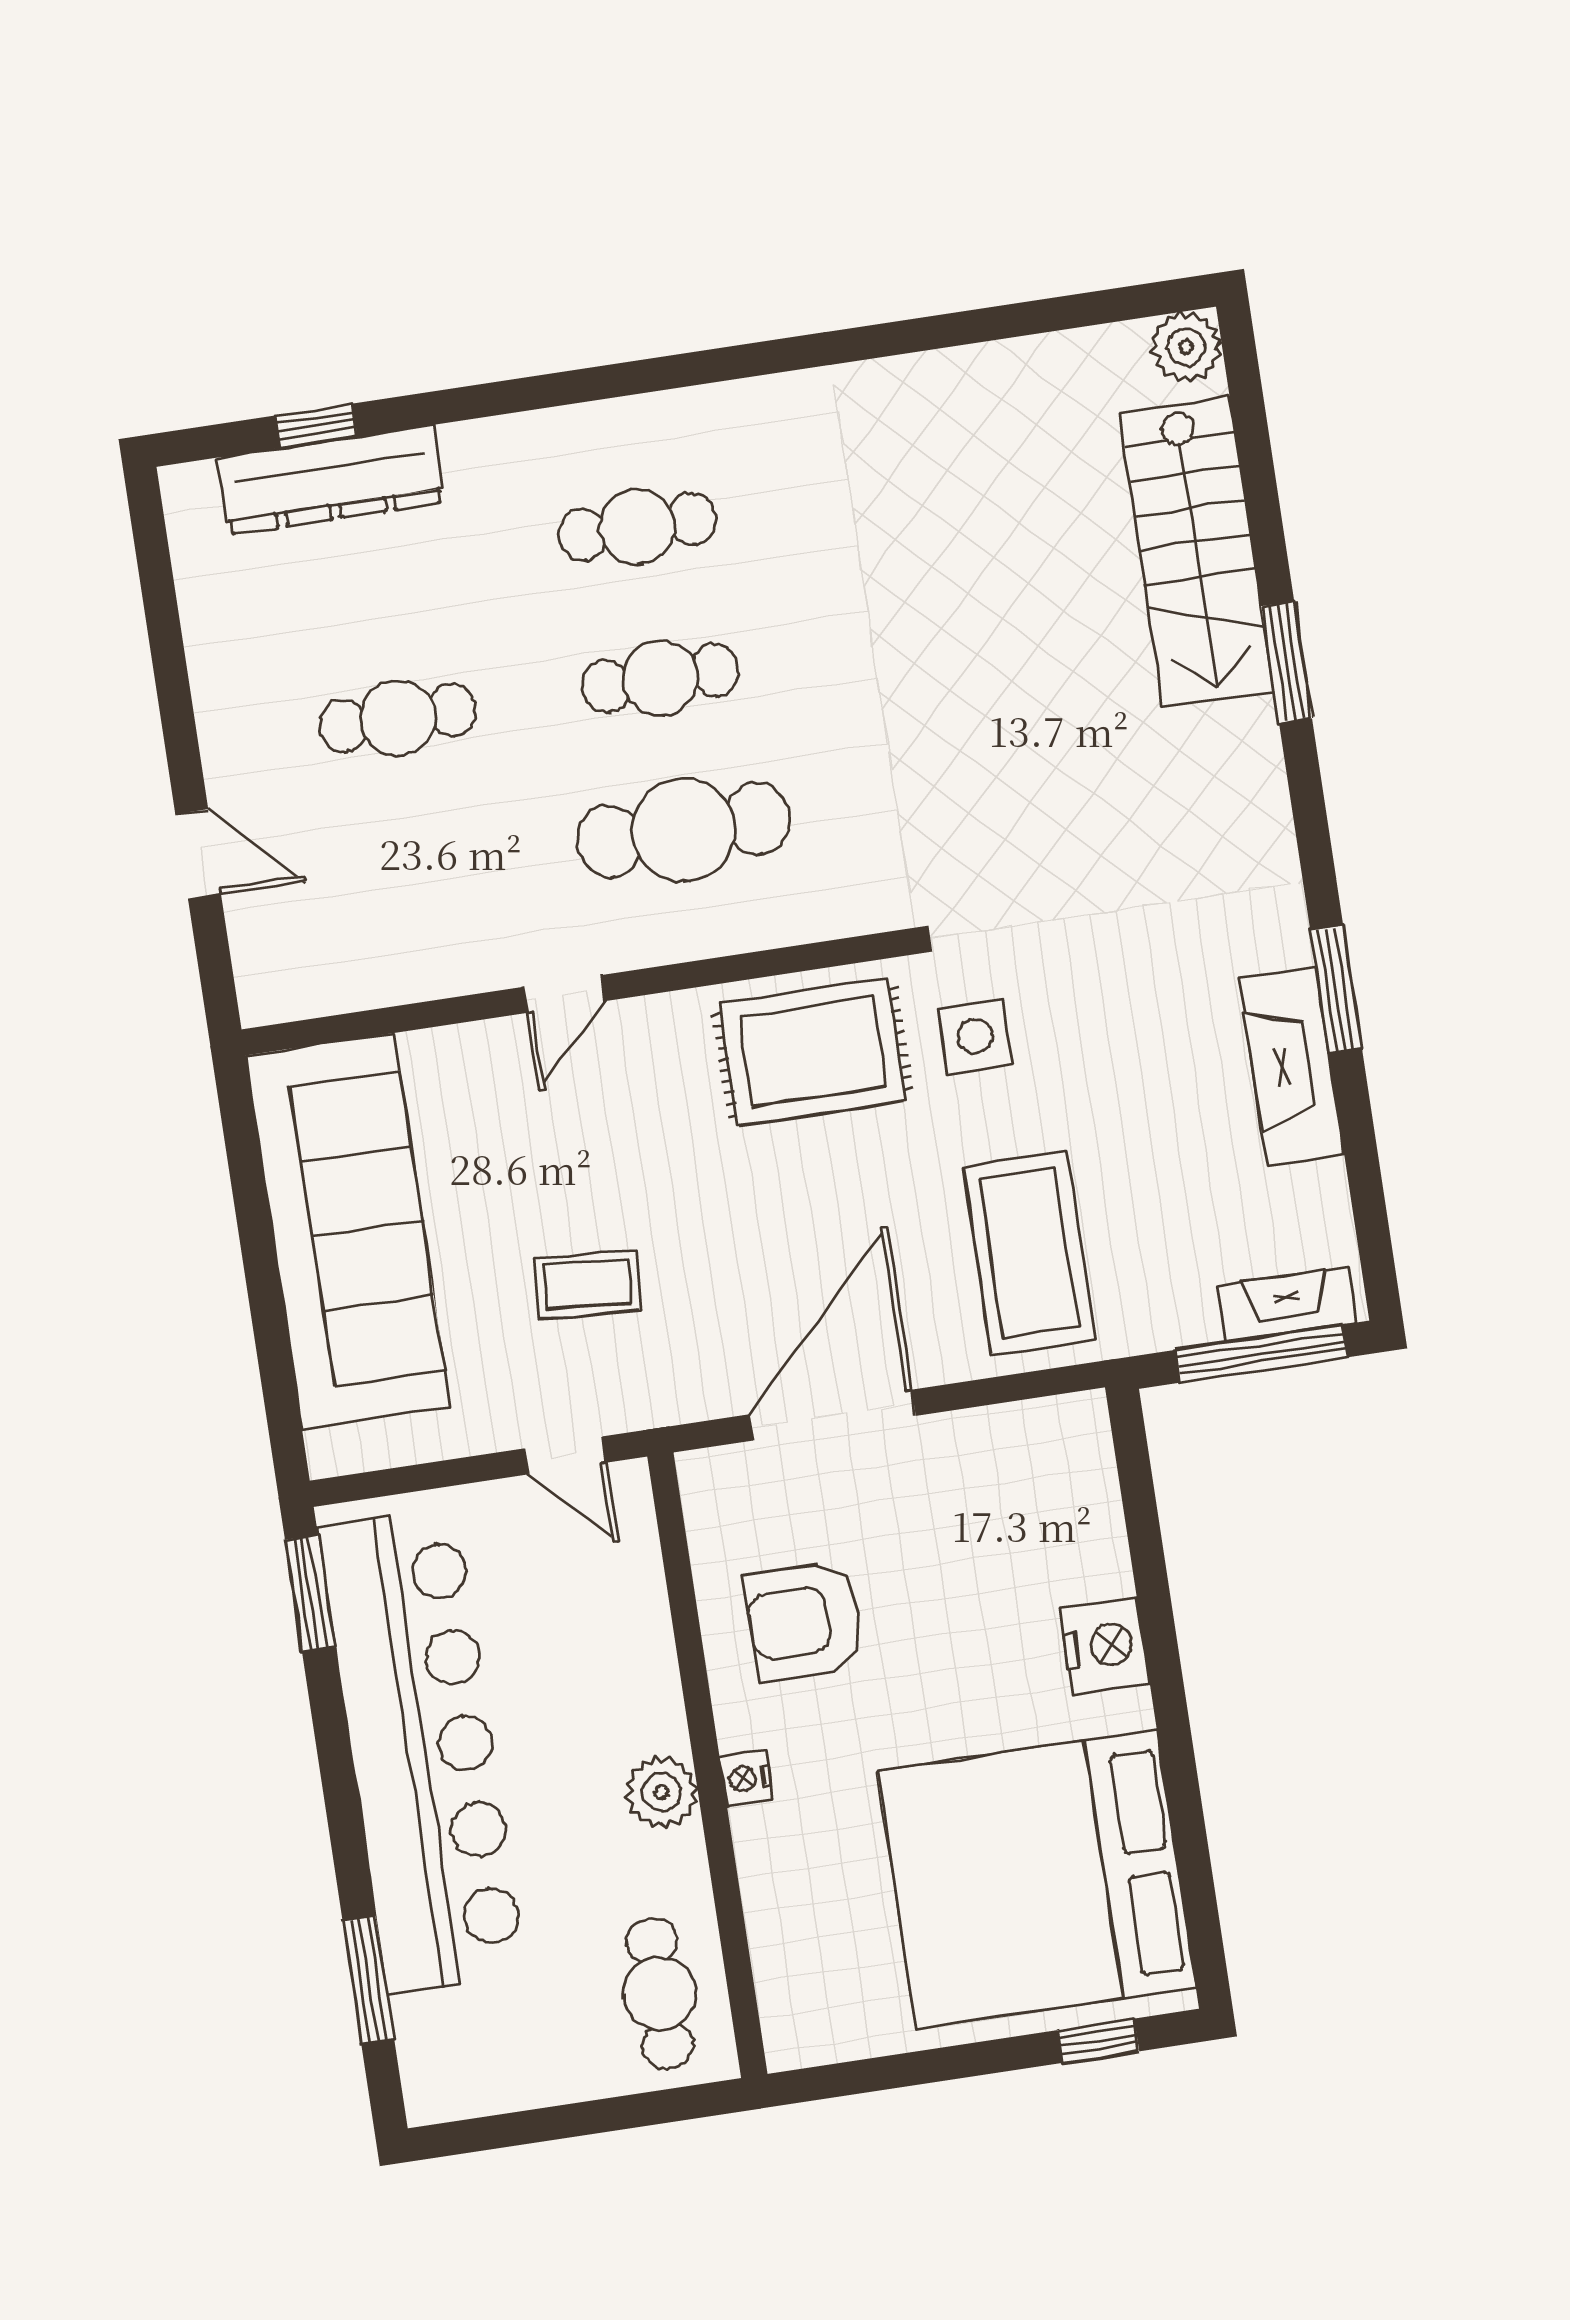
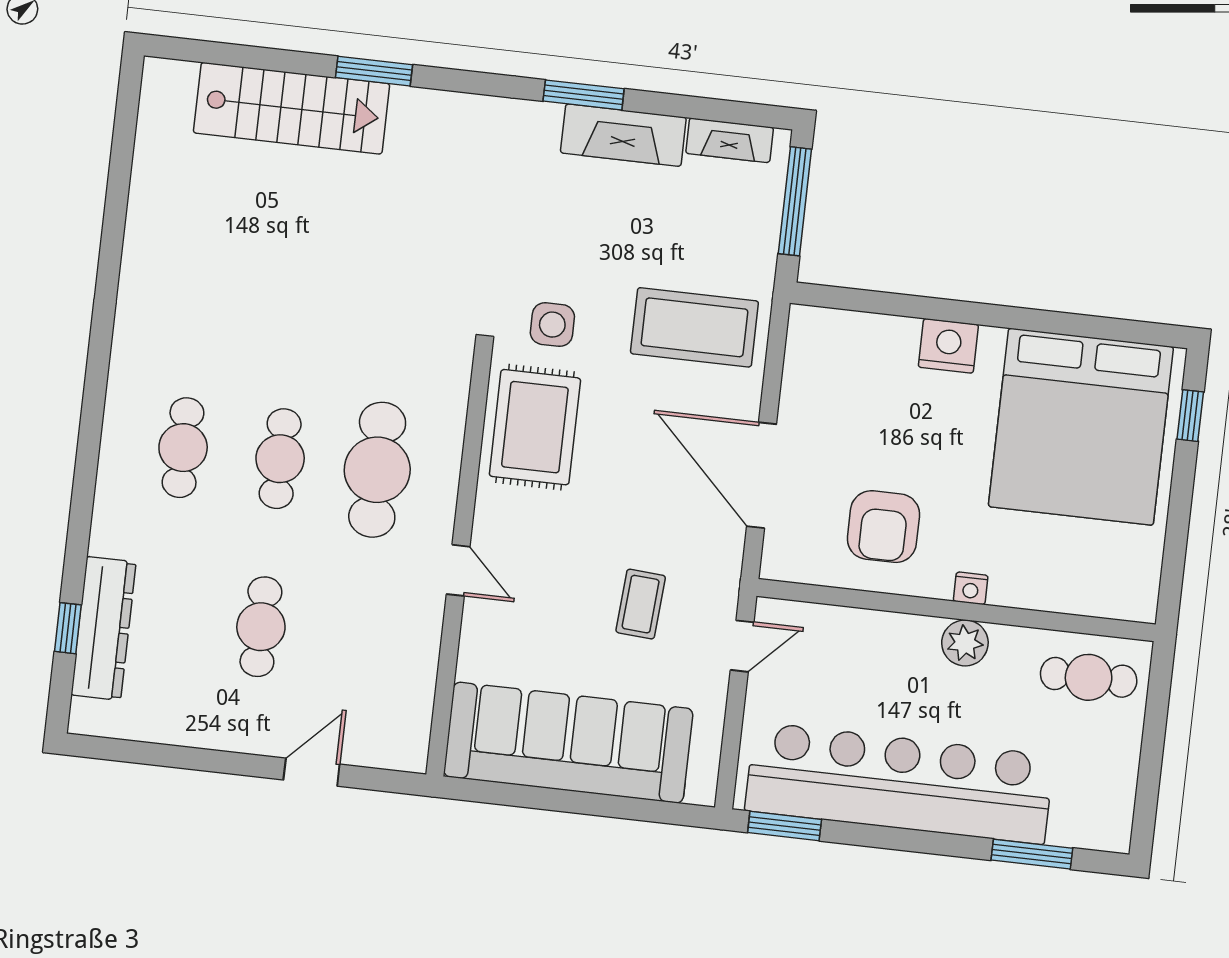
plant: (1186, 347) -> (164, 80), removed
fireplace: (1287, 1304) -> (730, 140), moved, turned -90

